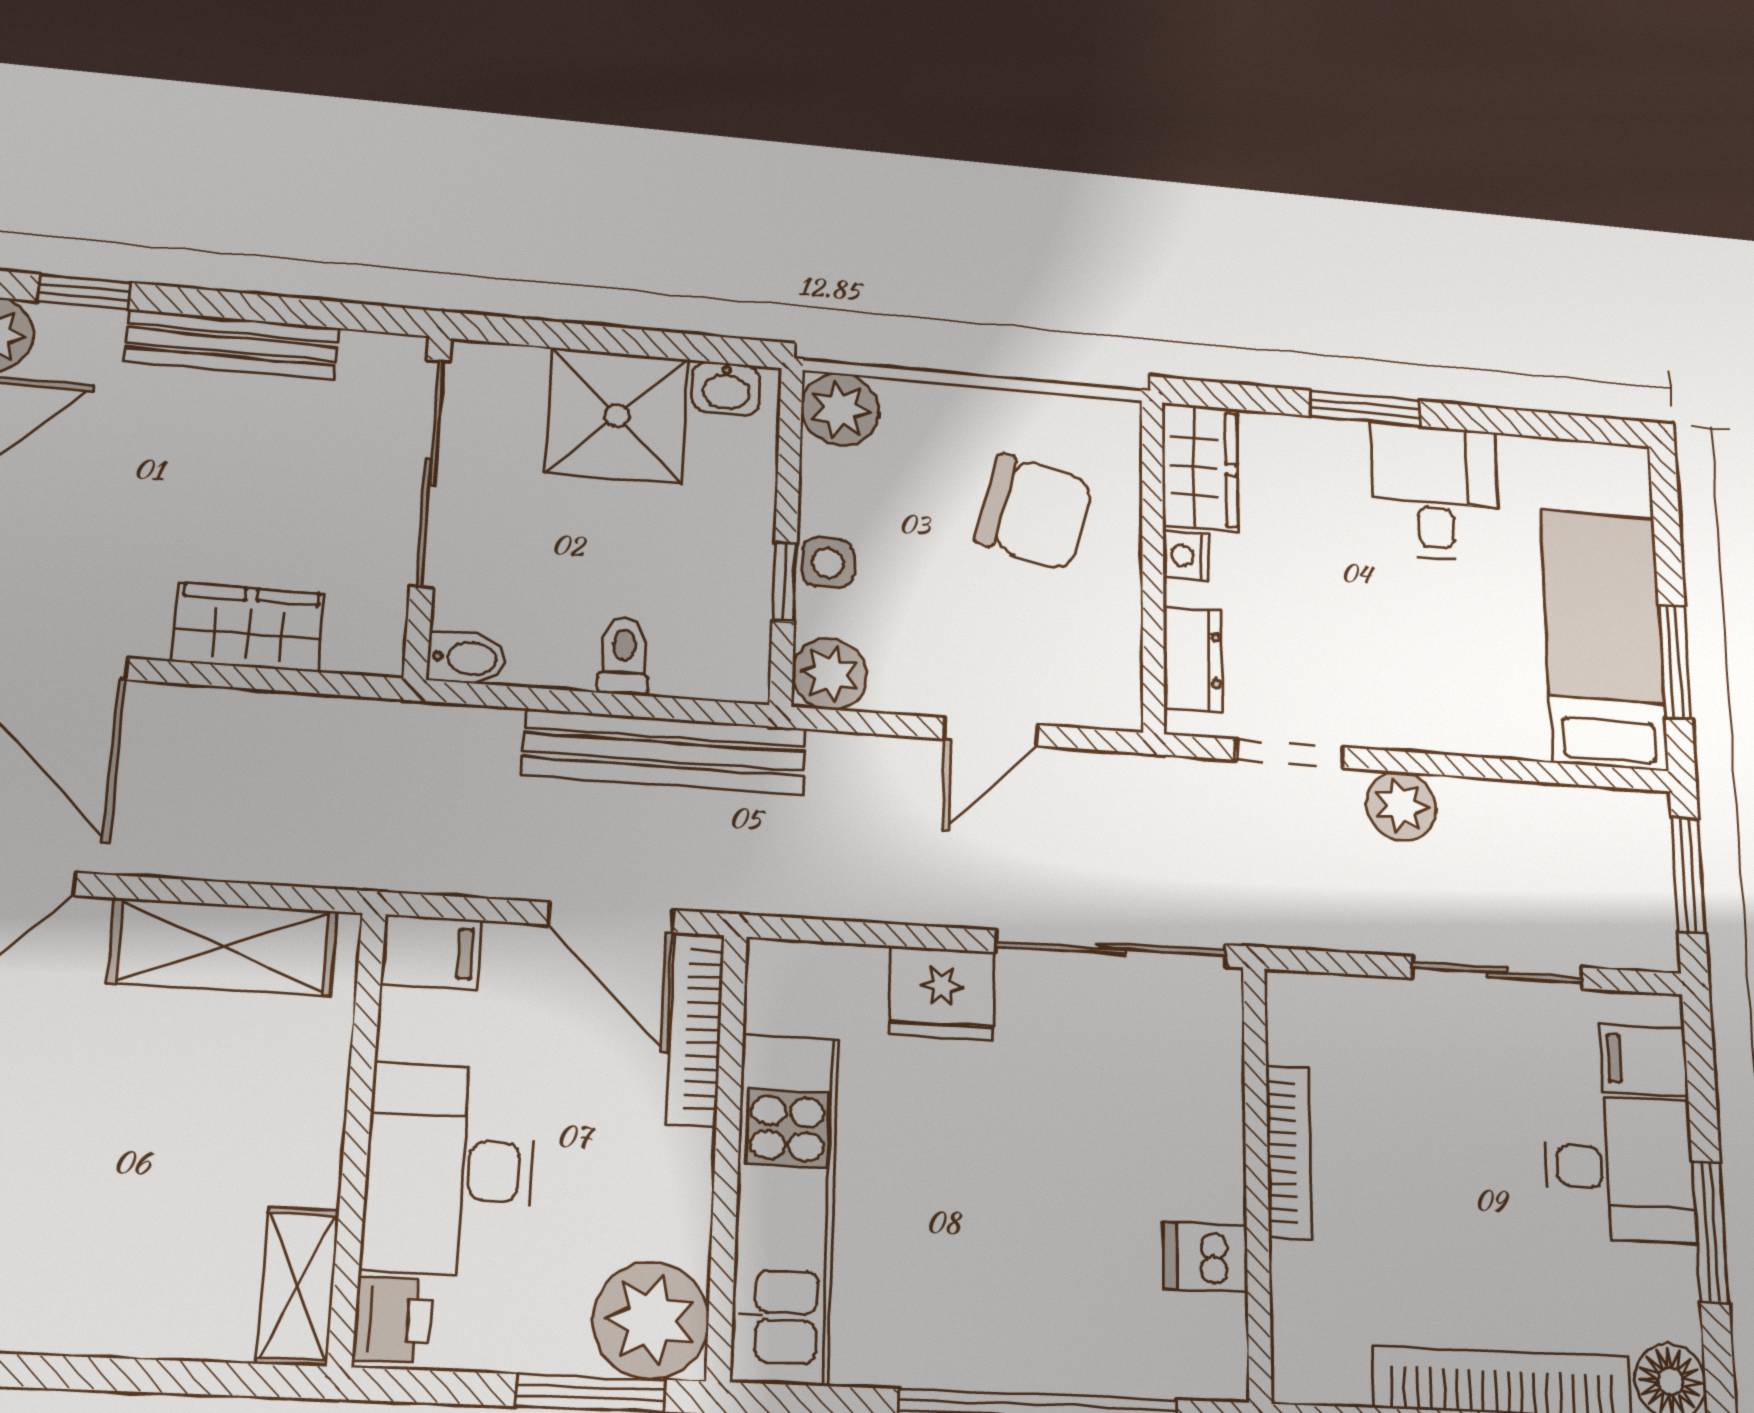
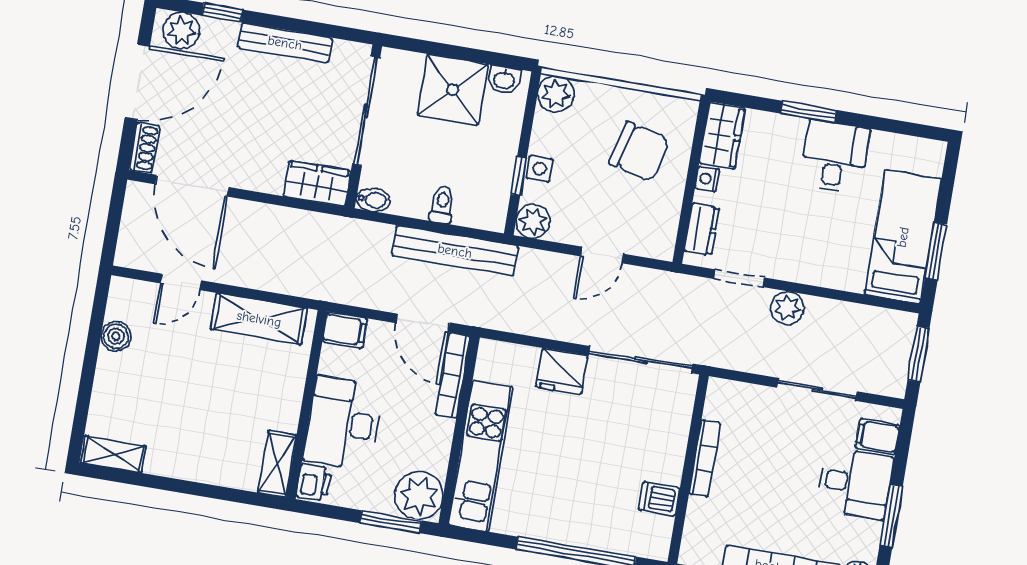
wardrobe: (249, 627) -> (317, 184), moved

